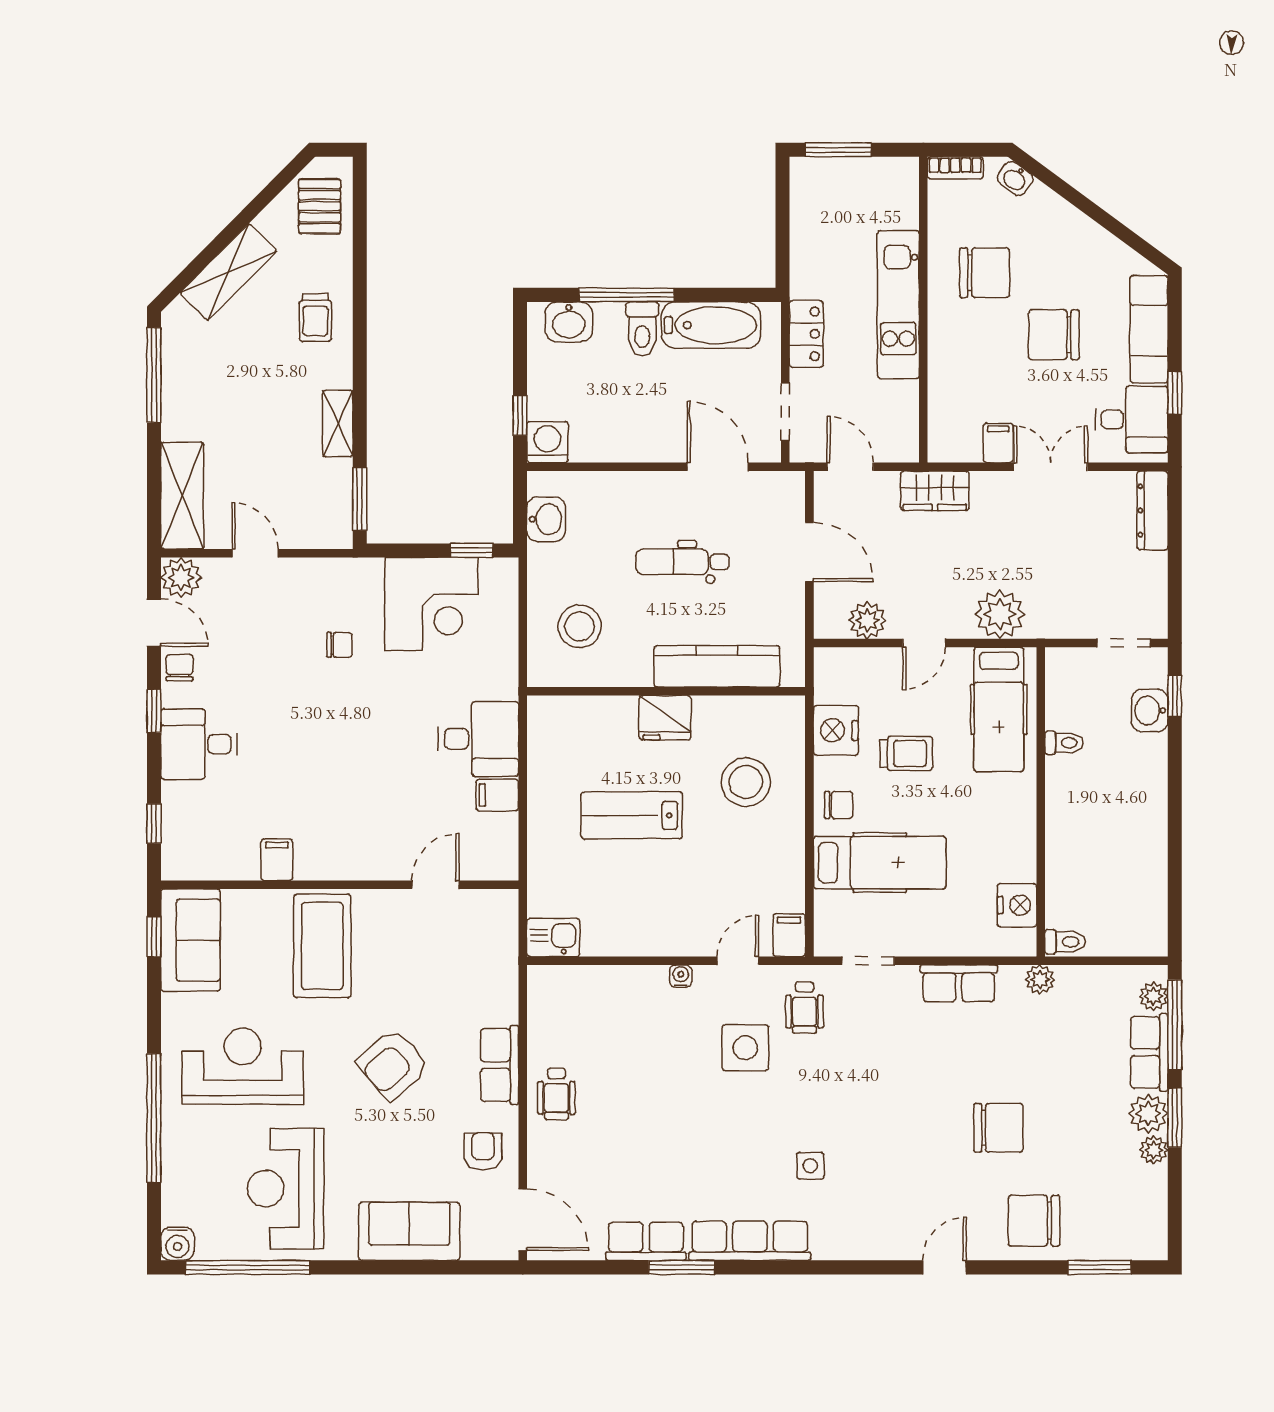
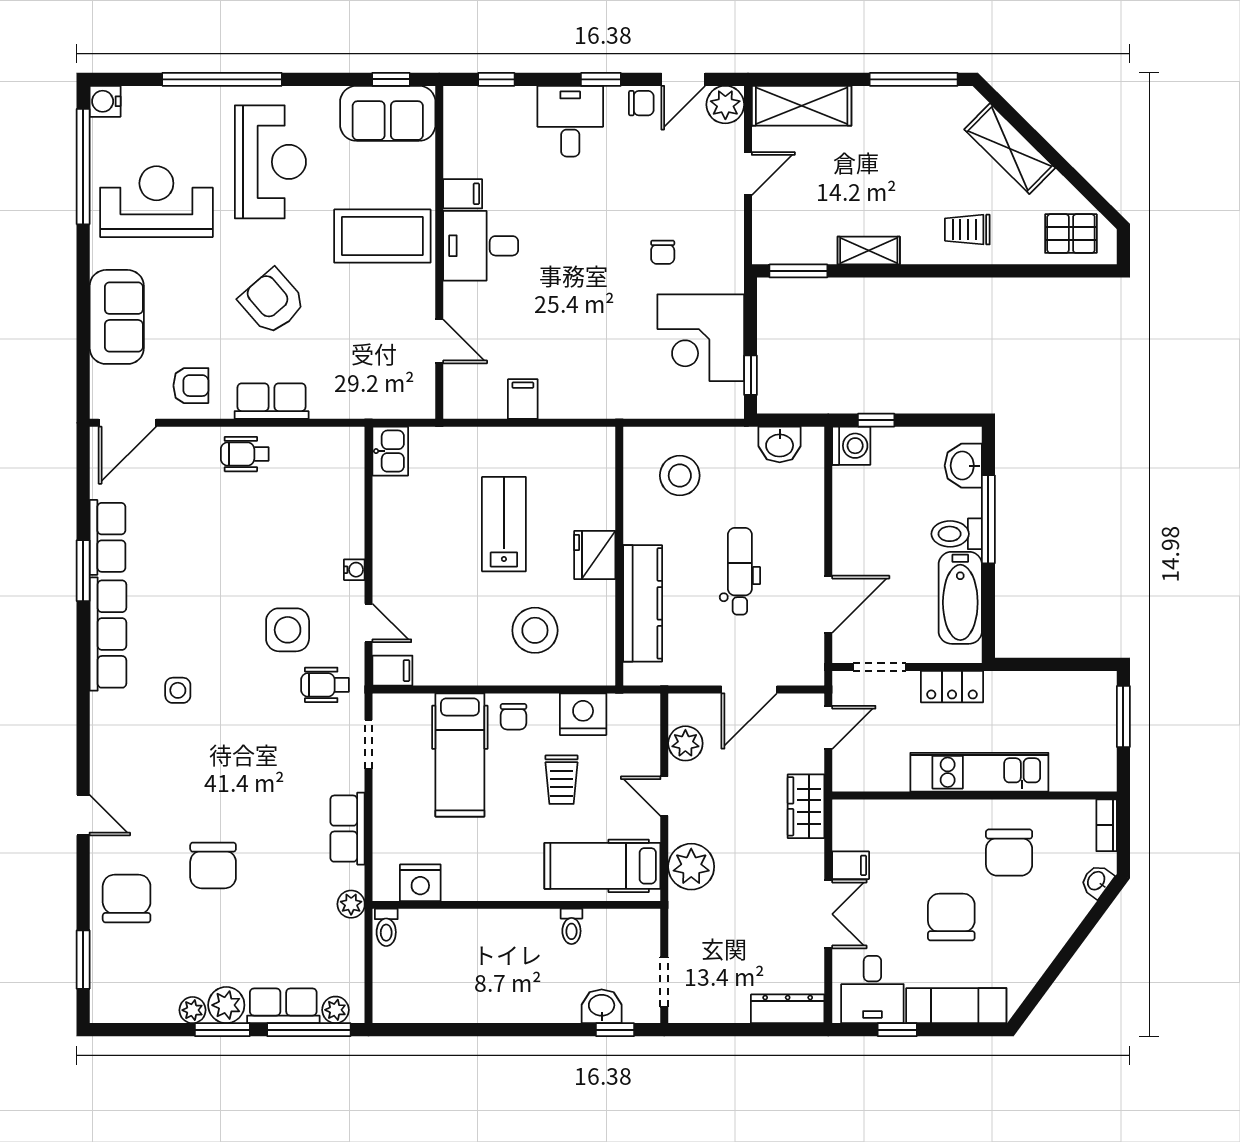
desk: (478, 739) -> (481, 246), moved, turned 90

